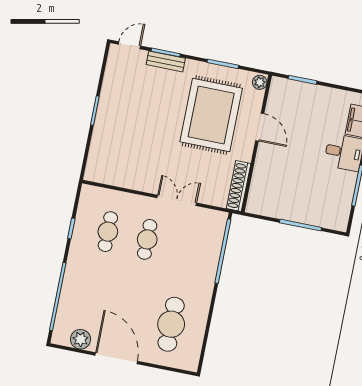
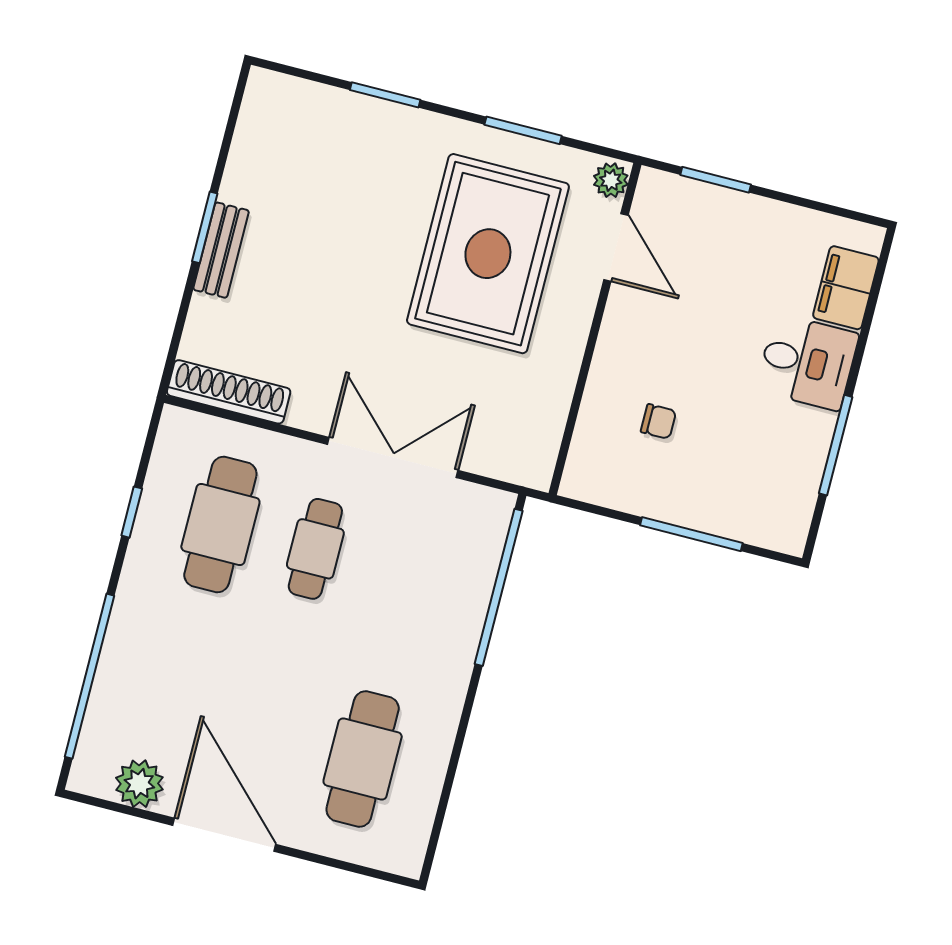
door: (129, 45) -> (298, 72), removed
bench: (166, 61) -> (221, 250), moved, turned 90
door: (260, 127) -> (616, 247), moved
chair: (285, 180) -> (658, 421), added
shoe rack: (239, 186) -> (229, 392), moved, turned 90
double door: (177, 200) -> (393, 457), width x1.37
cafe table: (108, 232) -> (220, 524), width x1.37, depth x1.35

